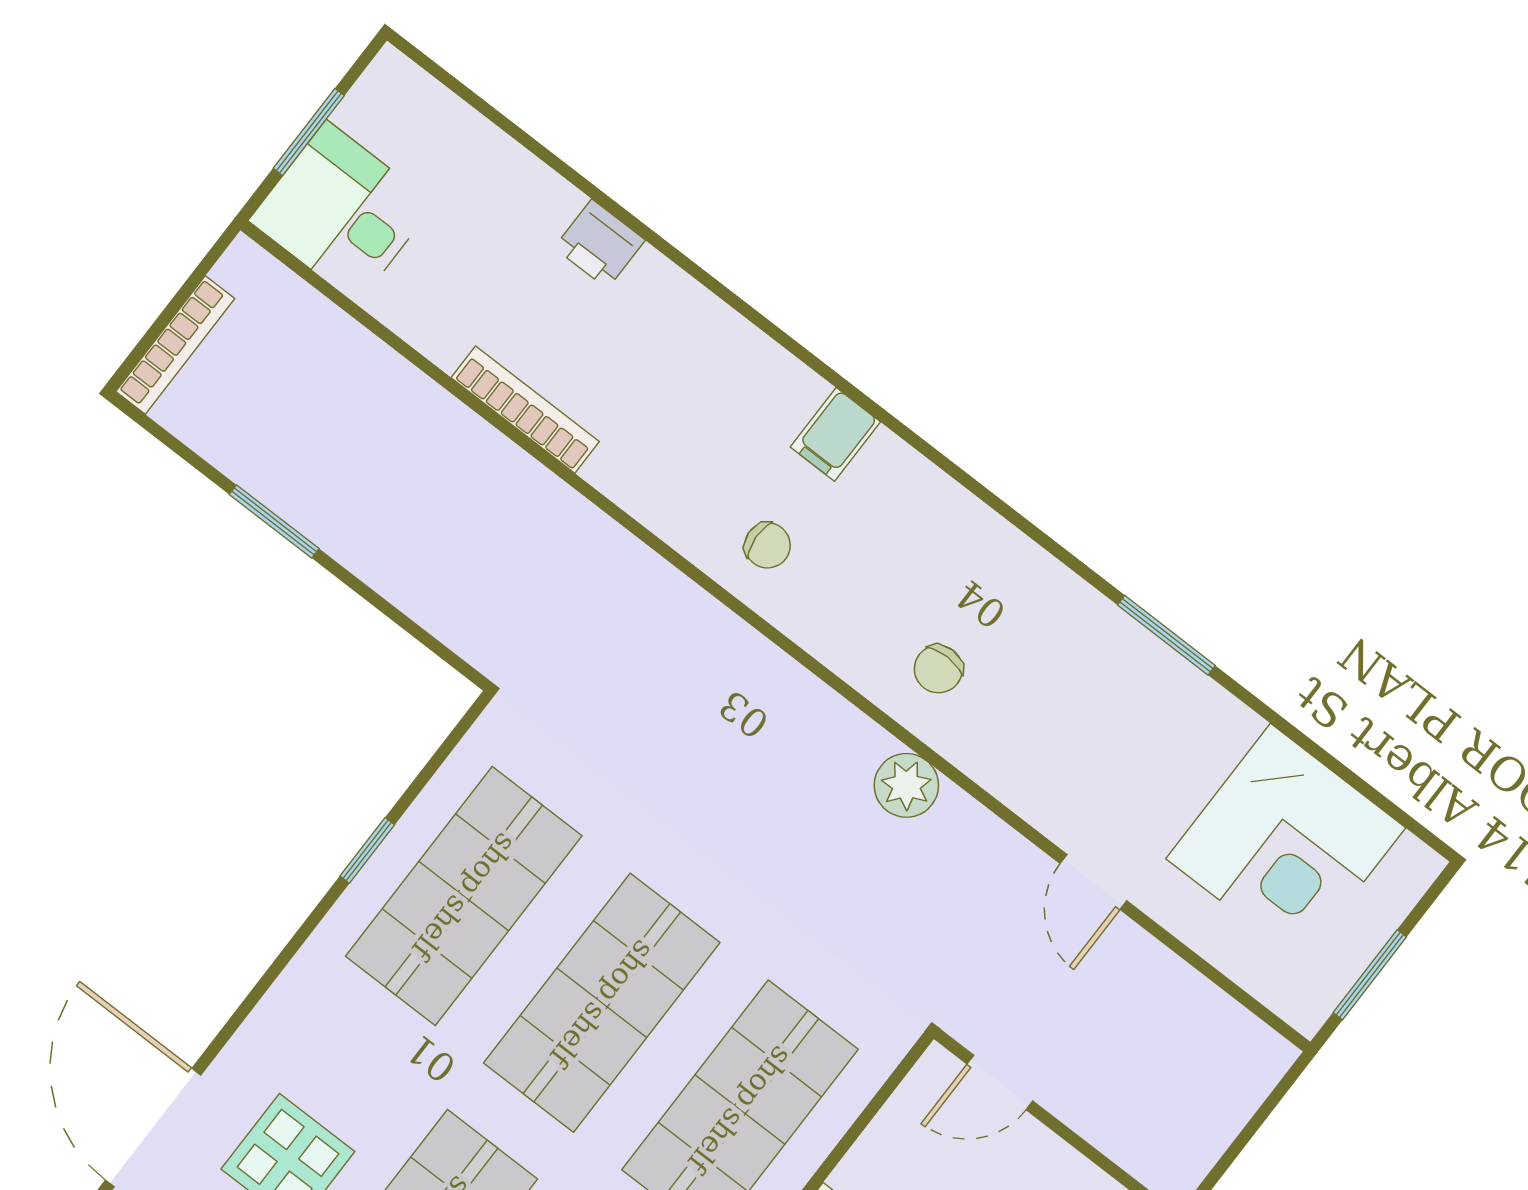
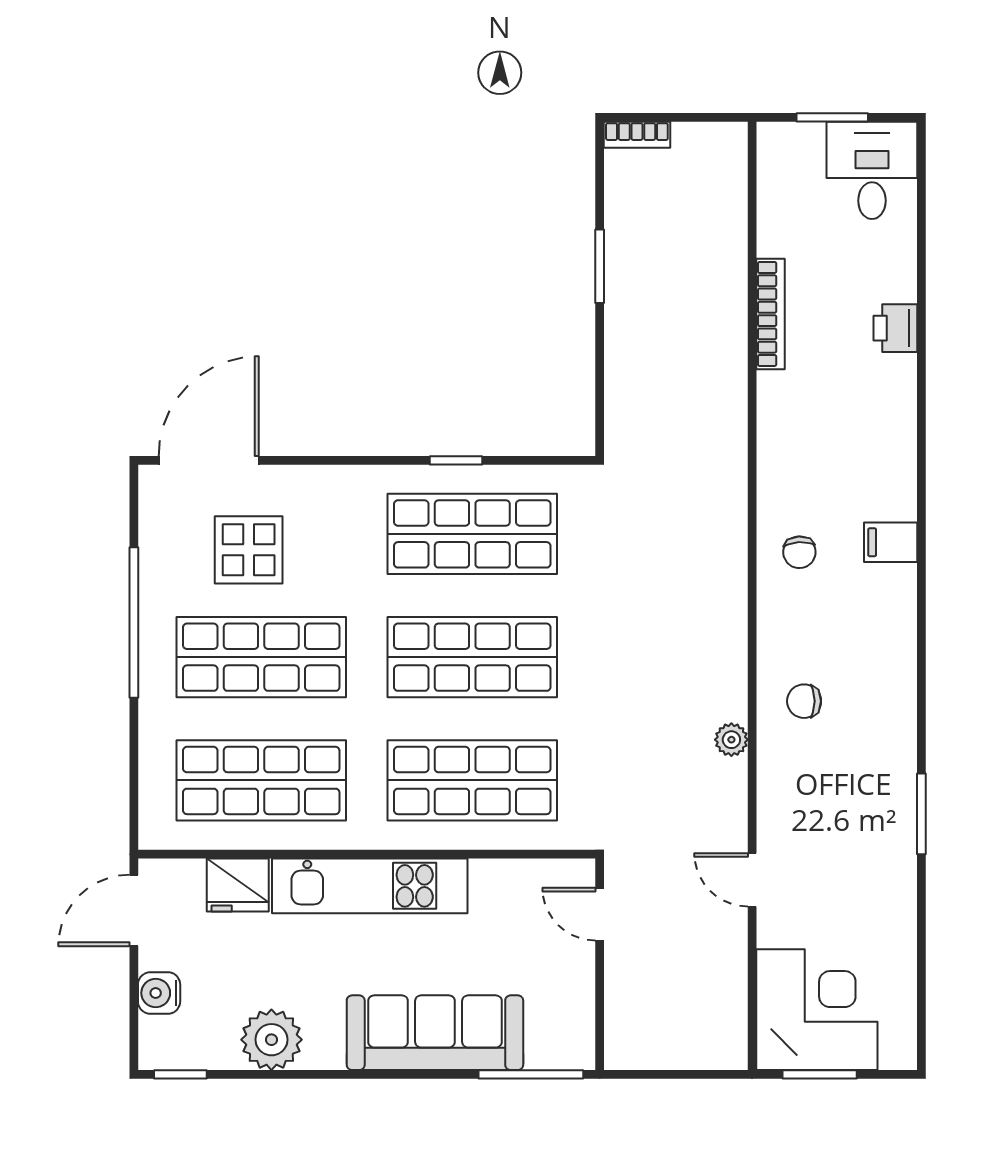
desk: (342, 212) -> (872, 170), moved
bookcase: (175, 345) -> (637, 135), width x0.64
bookcase: (525, 410) -> (770, 314), moved
plant: (906, 785) -> (731, 740), width x0.73, depth x0.73
corner desk: (1286, 843) -> (817, 1010), moved, turned 180
door: (1094, 882) -> (752, 880), hinge flipped

